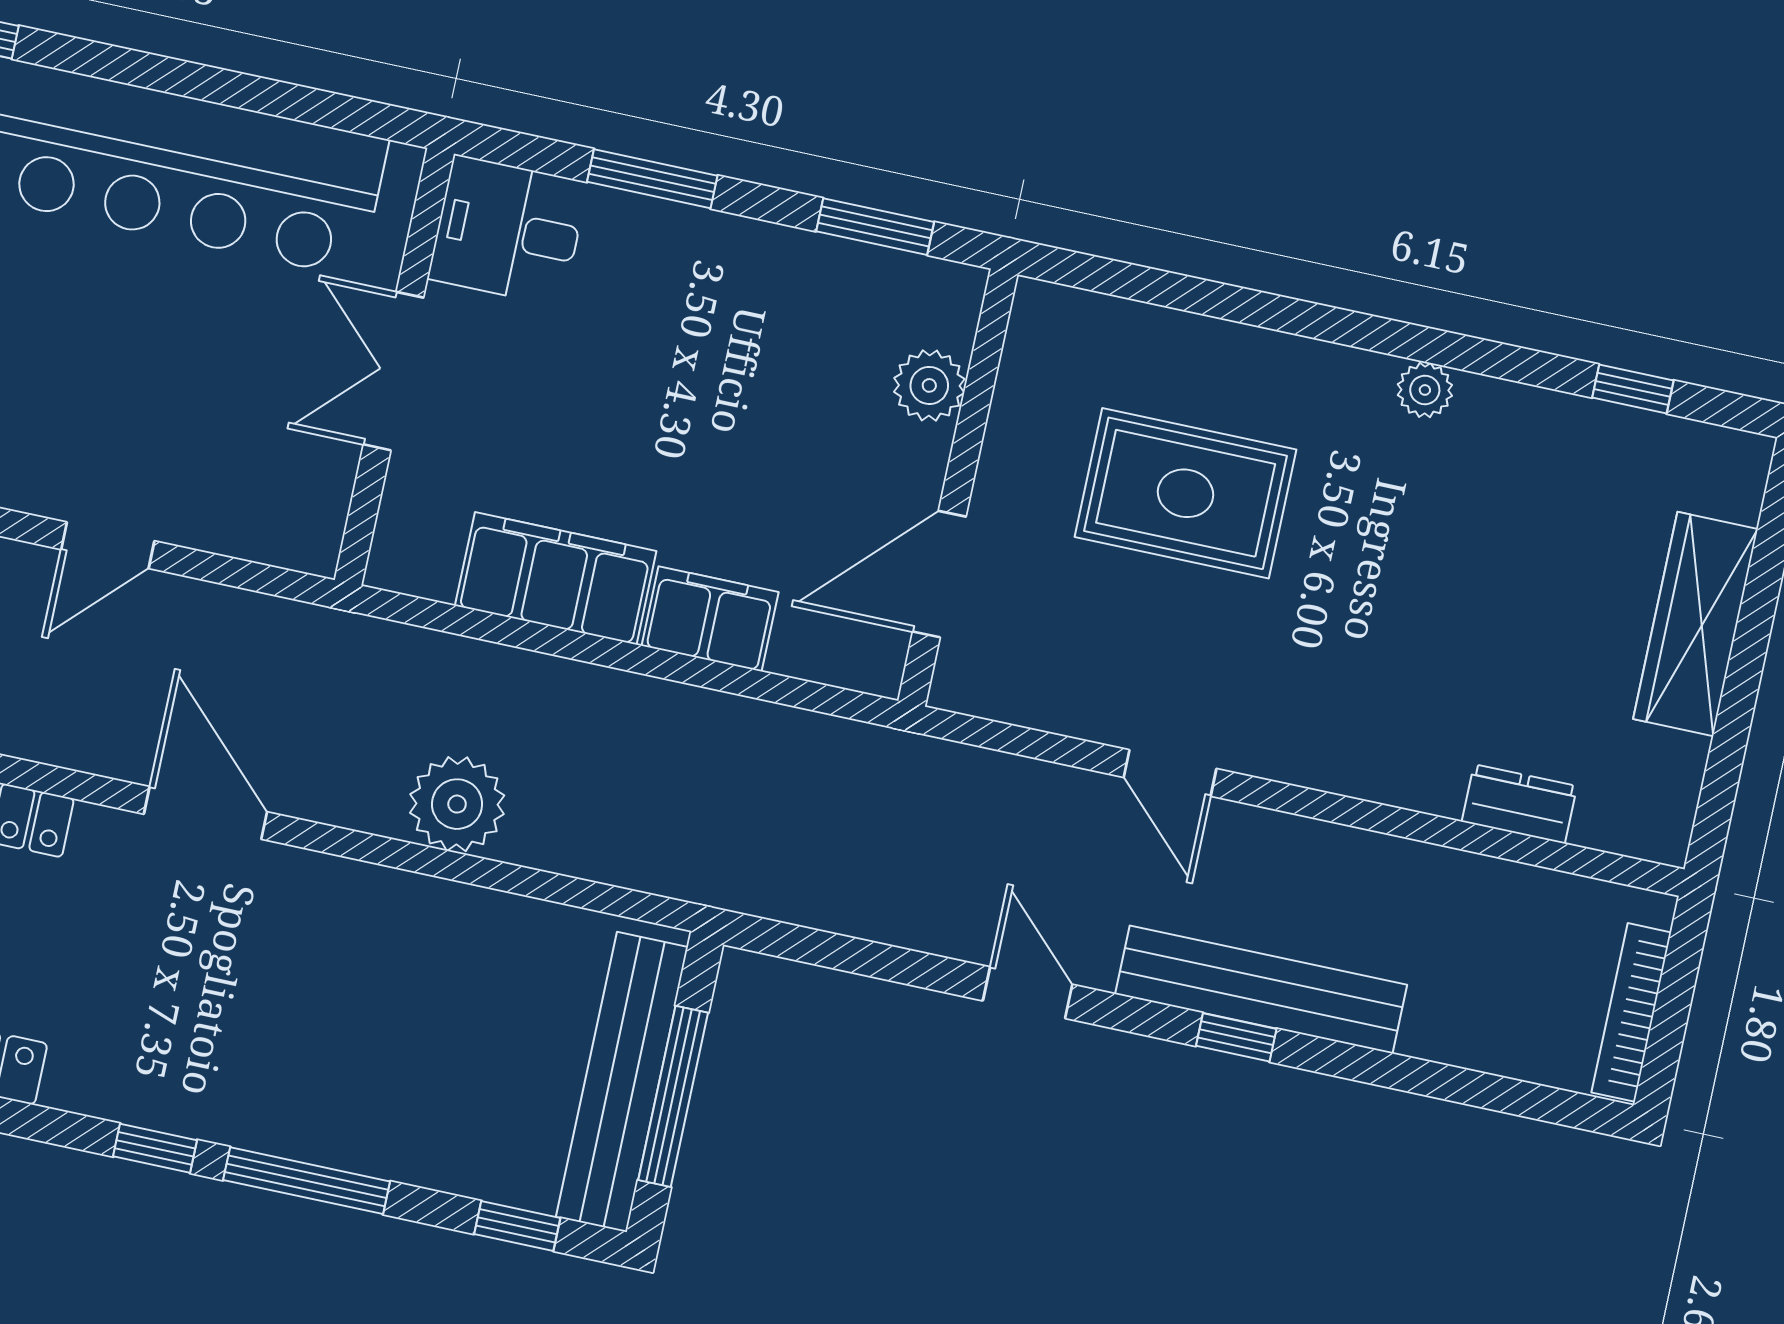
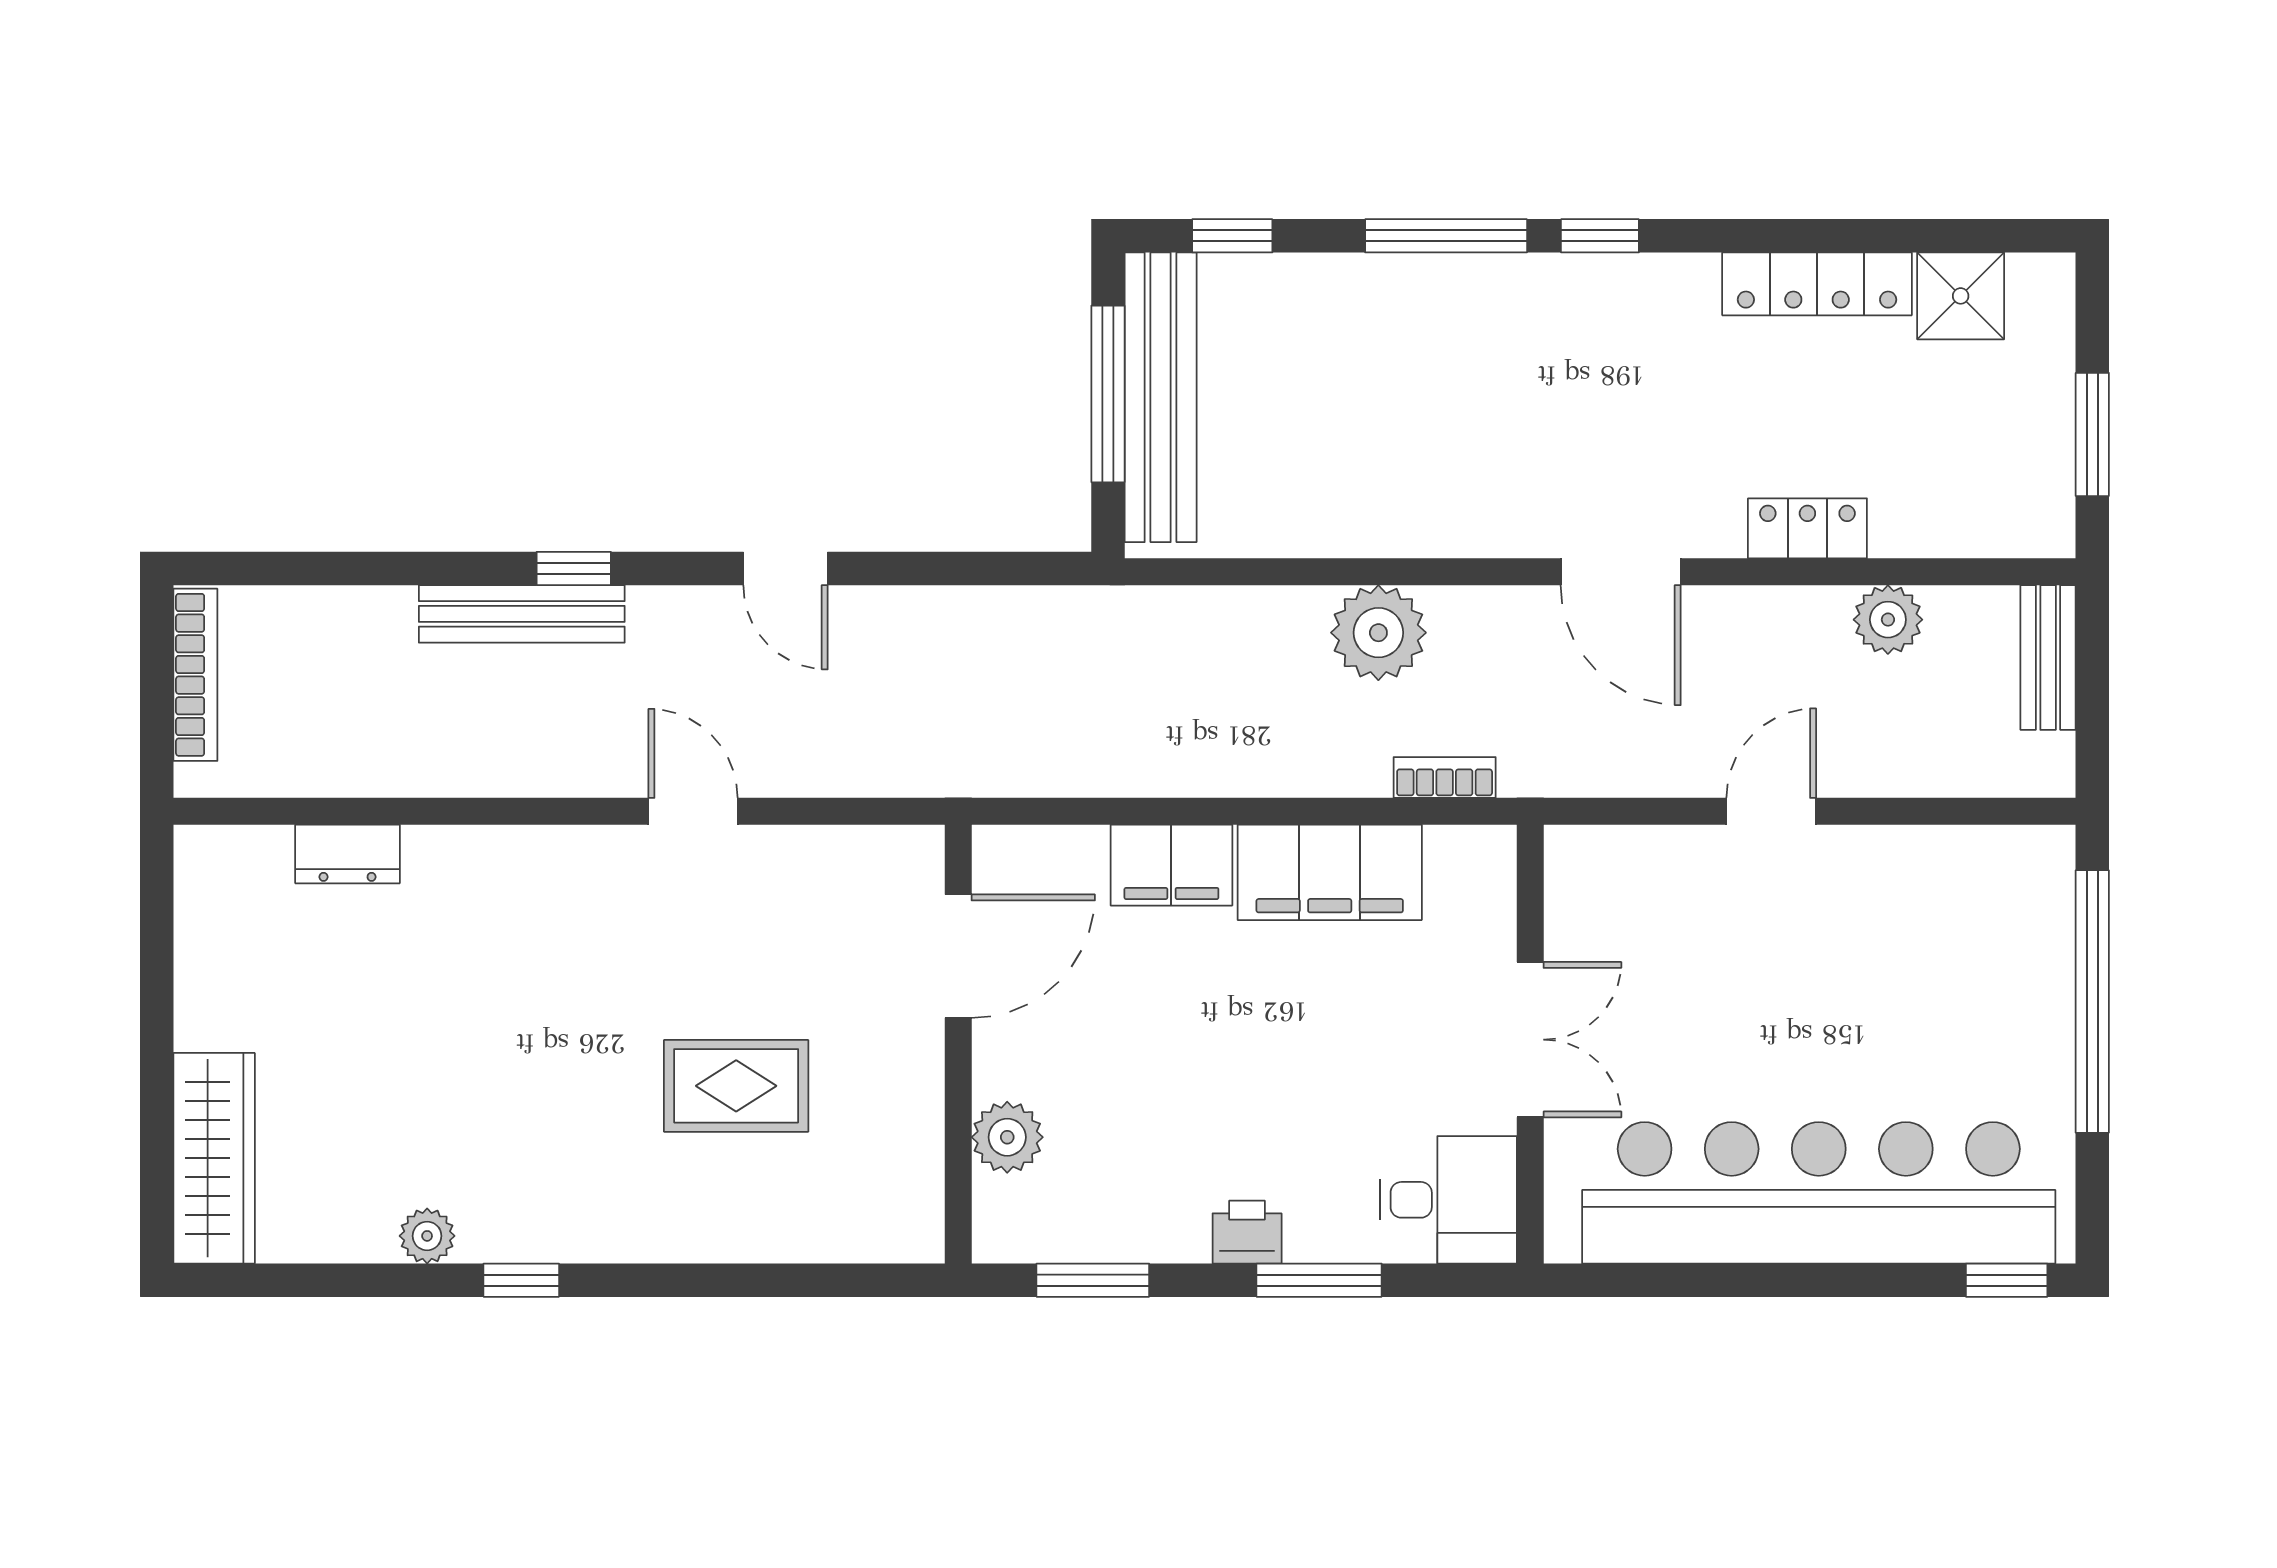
printer: (713, 241) -> (1247, 1232), added
window: (1633, 389) -> (521, 1280), moved
plant: (1425, 390) -> (427, 1236), moved
rug: (1186, 493) -> (736, 1086), width x0.73, depth x0.70
wardrobe: (1695, 624) -> (214, 1158), moved
bookcase: (422, 647) -> (1445, 777), added
bench: (1261, 989) -> (522, 614), width x0.73, depth x0.82

